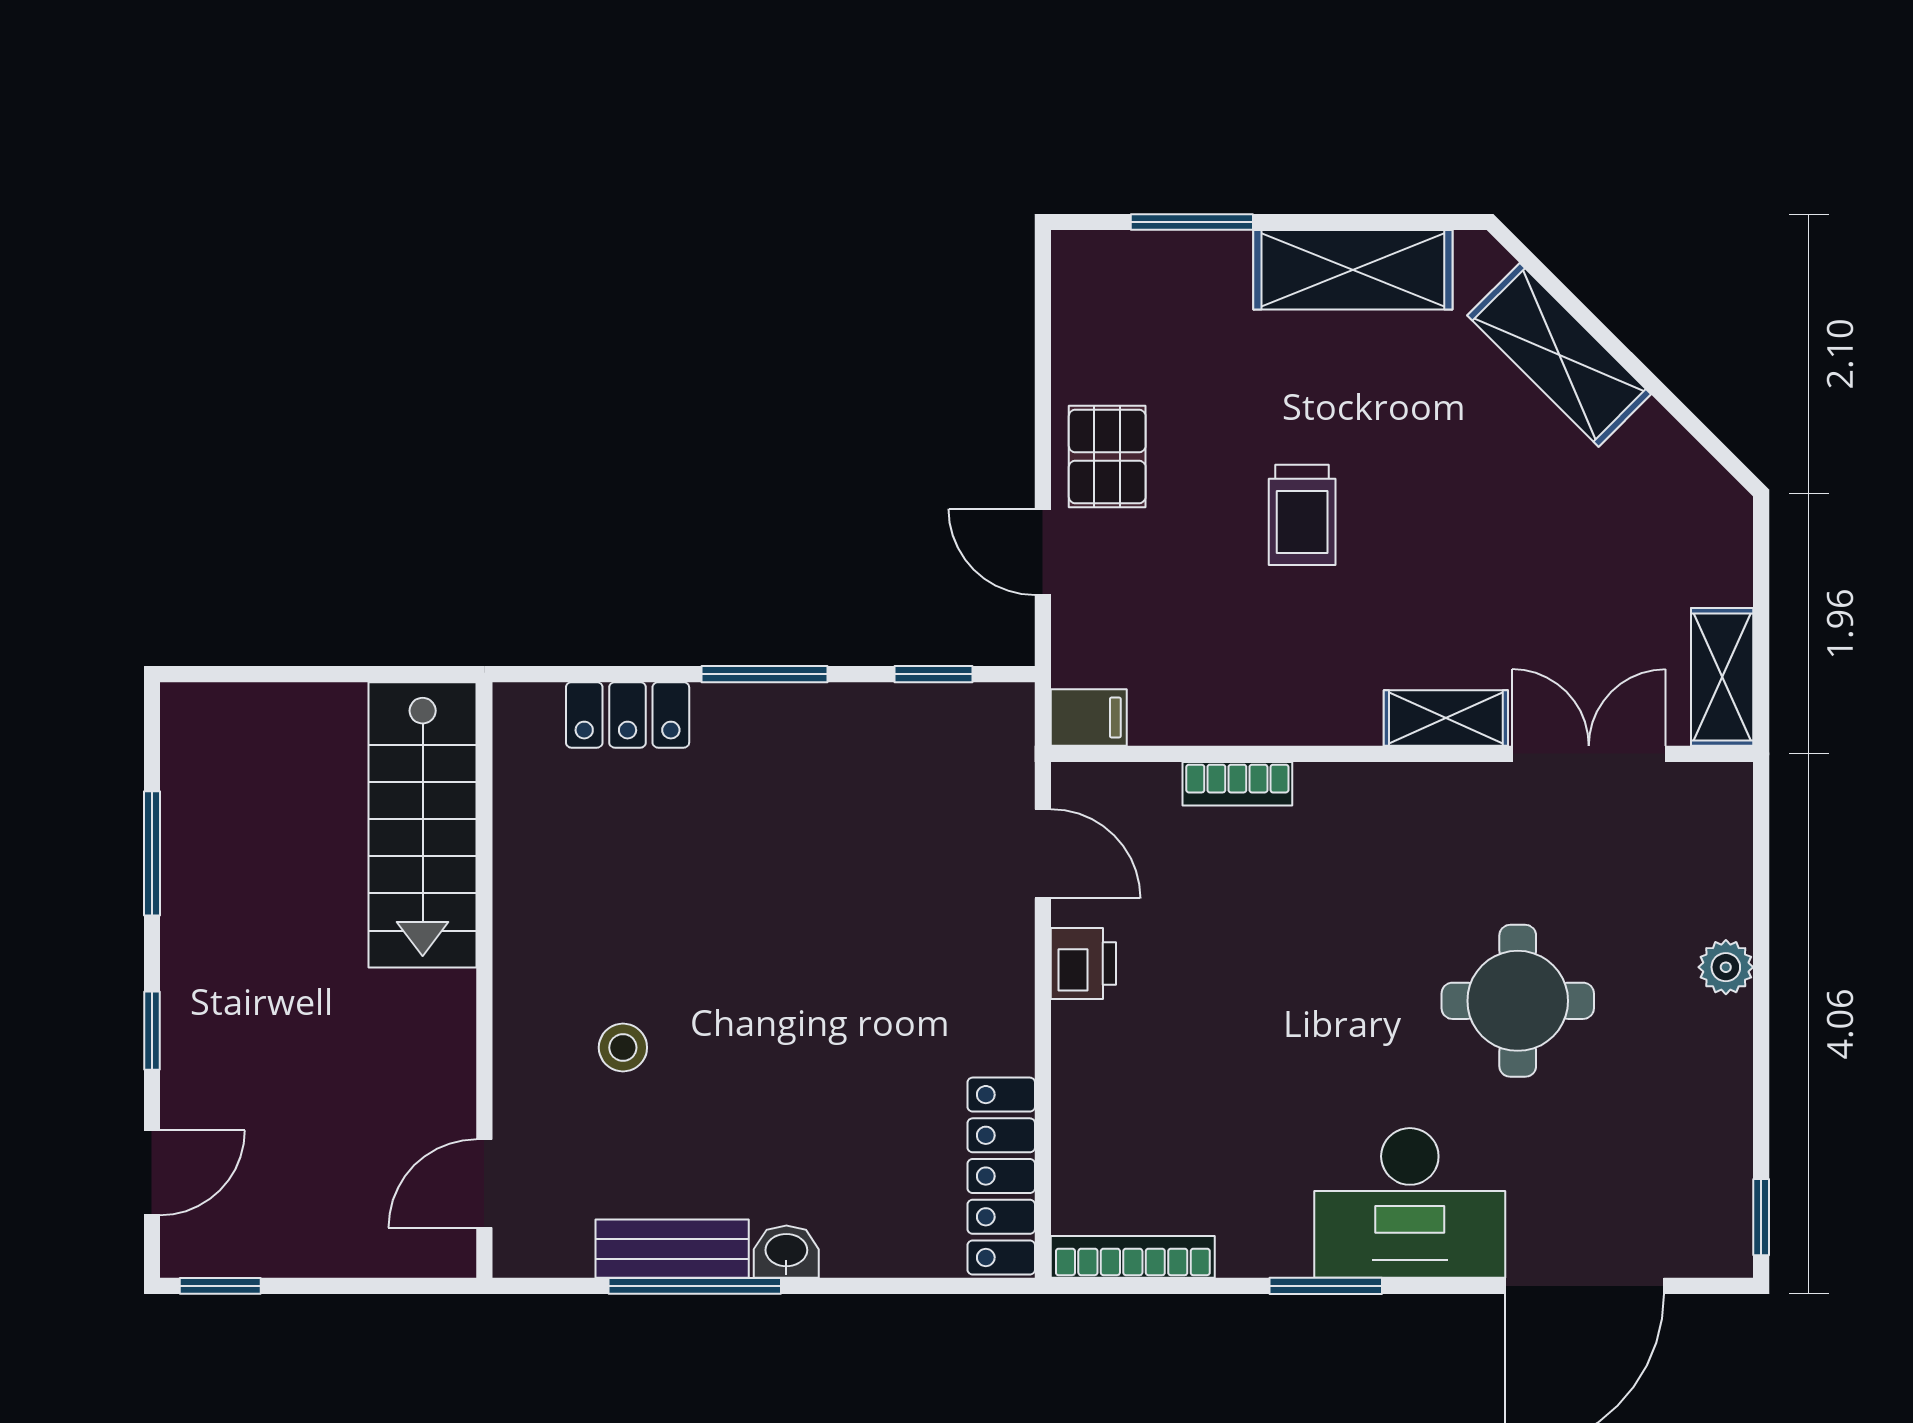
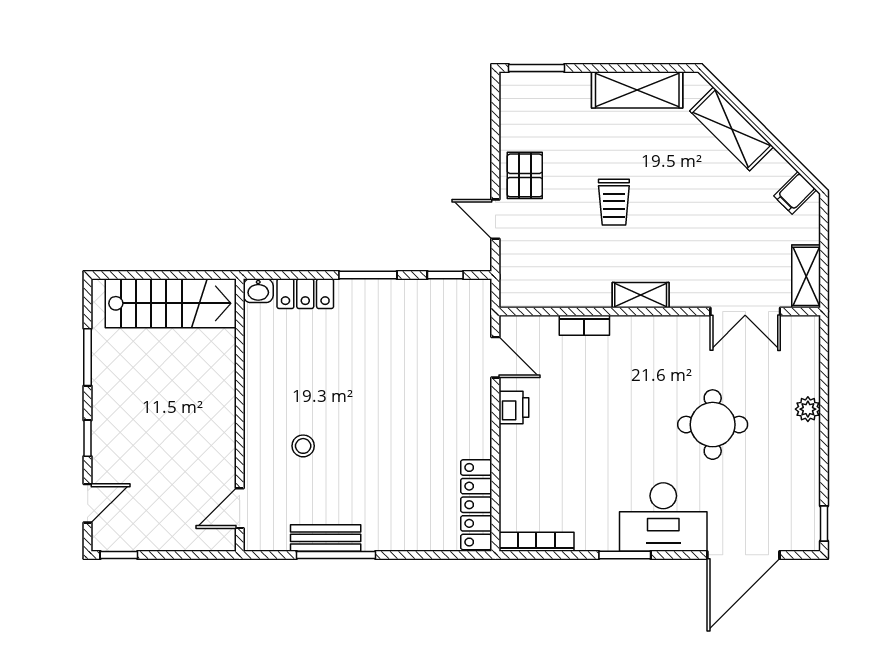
window: (1192, 222) -> (536, 68), moved
filing cabinet: (1089, 718) -> (795, 193), moved, turned 135
shelving: (1446, 718) -> (641, 295), moved
double door: (1589, 754) -> (745, 312), swing flipped
stairs: (423, 825) -> (171, 303), moved, turned -90
washbasin: (786, 1252) -> (258, 291), moved, turned 180

